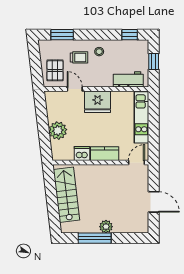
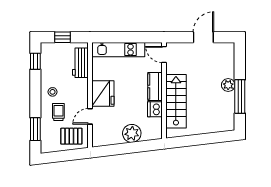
stairs: (67, 195) -> (176, 101), moved, turned 97

